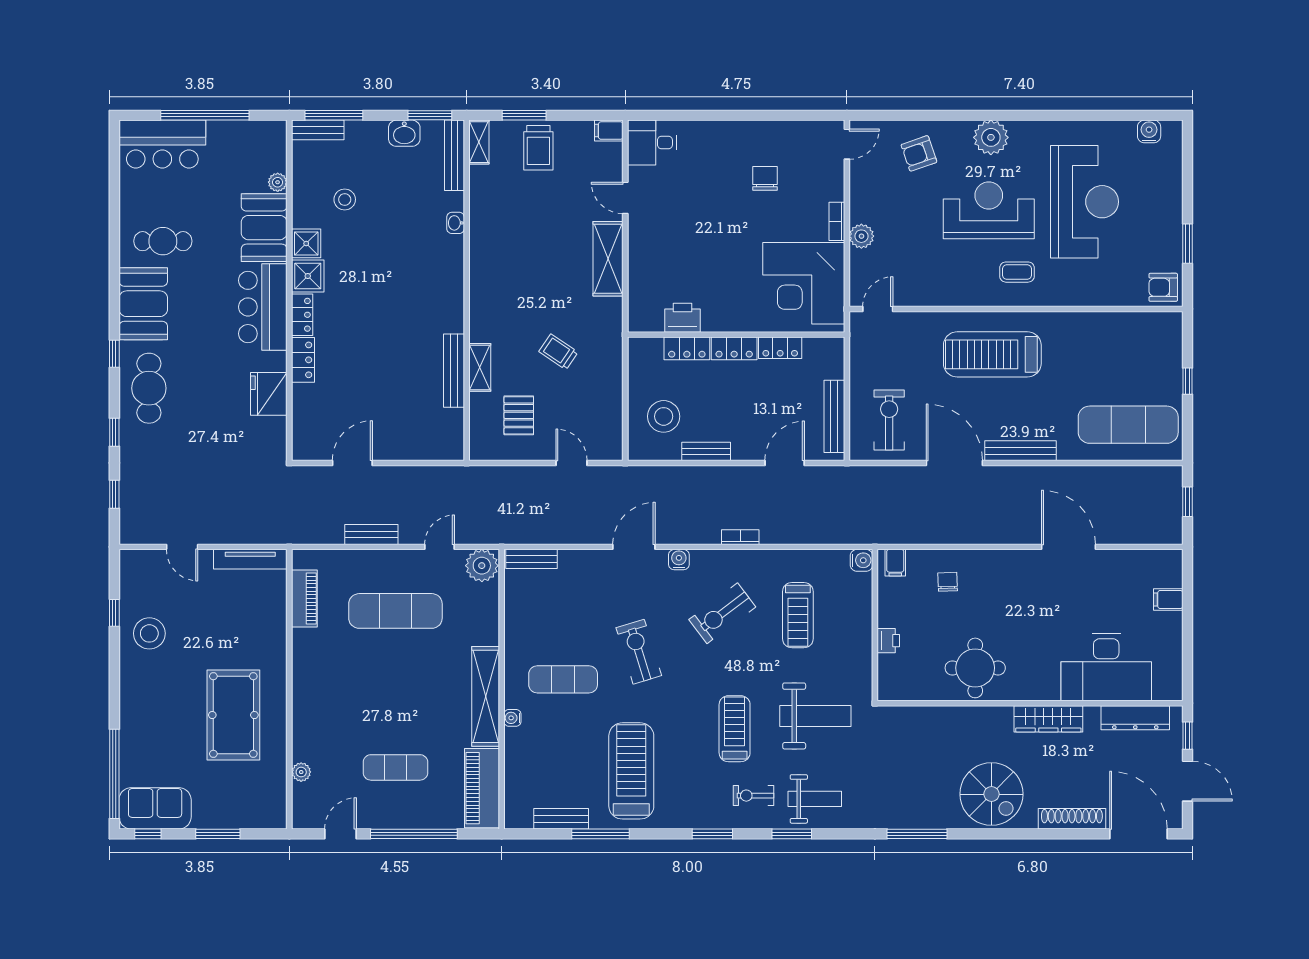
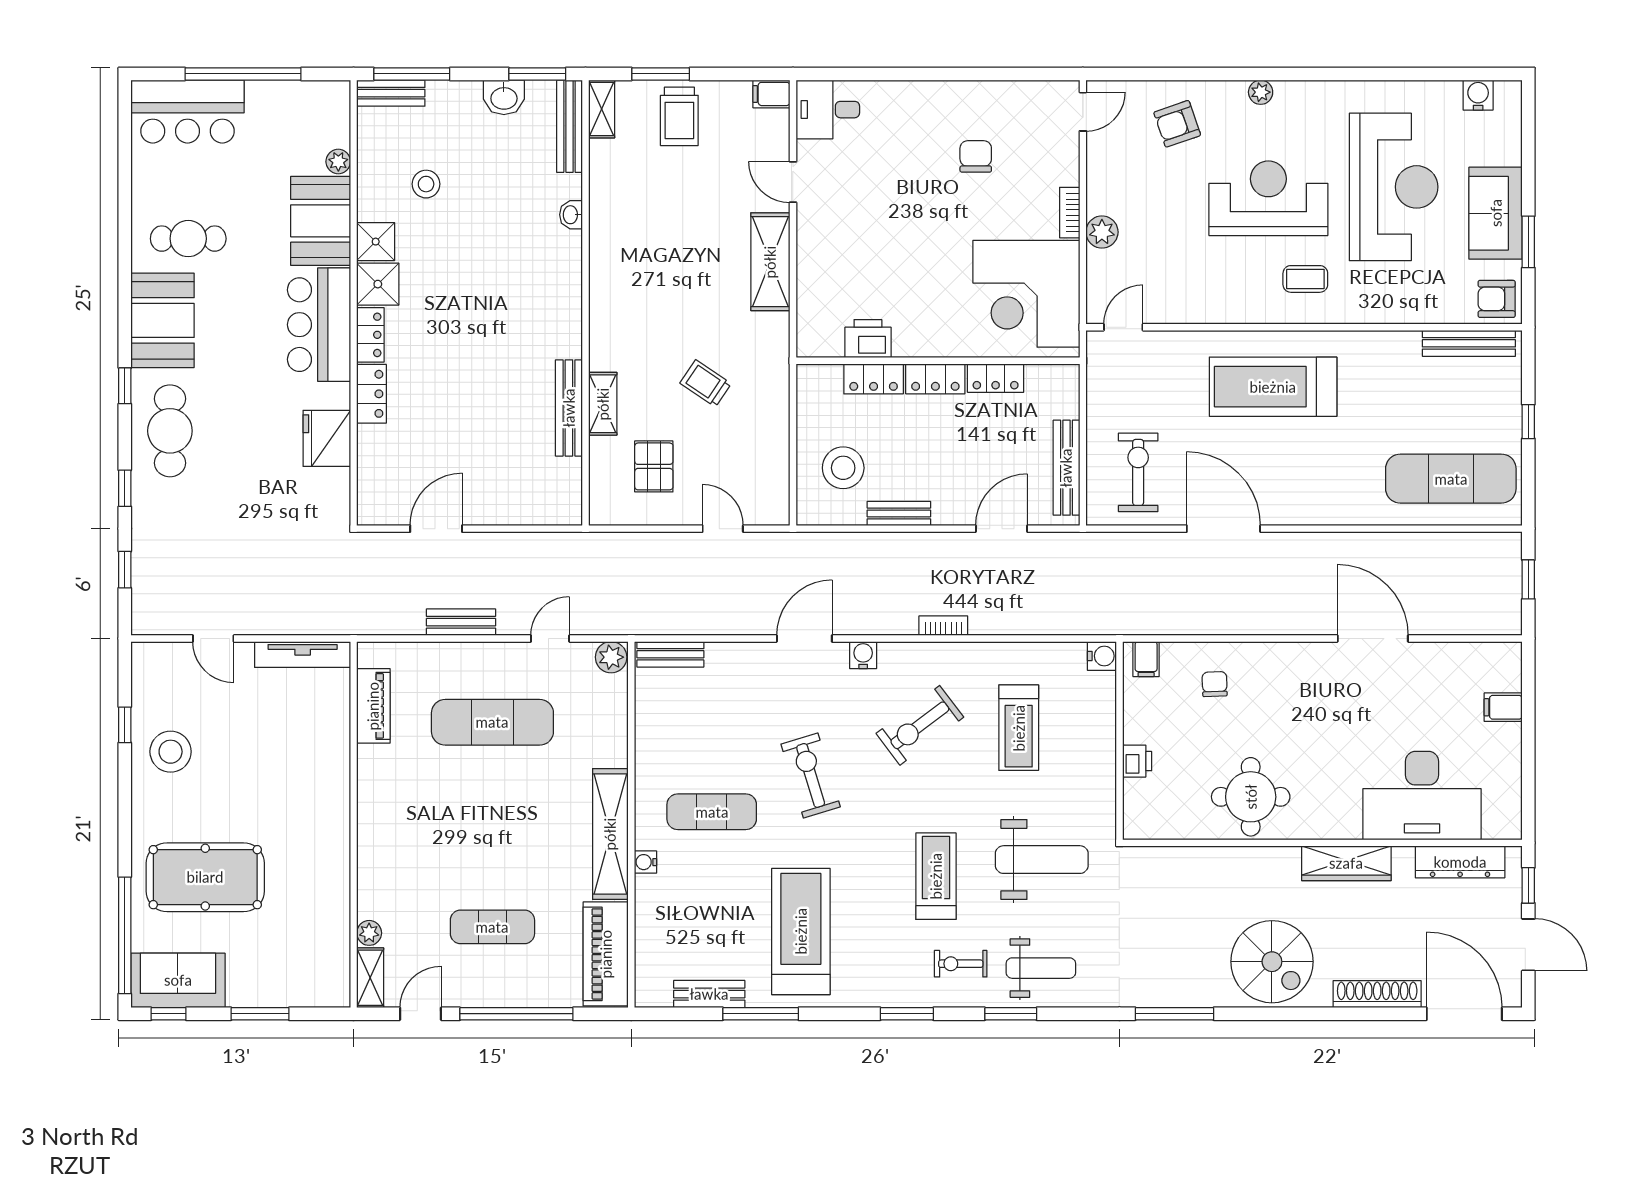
plant: (991, 137) -> (1261, 92), width x0.53, depth x0.53
sofa: (1162, 222) -> (1496, 213), added
bench: (1020, 451) -> (1469, 343), moved
plant: (482, 566) -> (611, 657), width x0.73, depth x0.73
pool table: (233, 715) -> (205, 877), moved, turned 90
shelving: (302, 806) -> (370, 978), added

